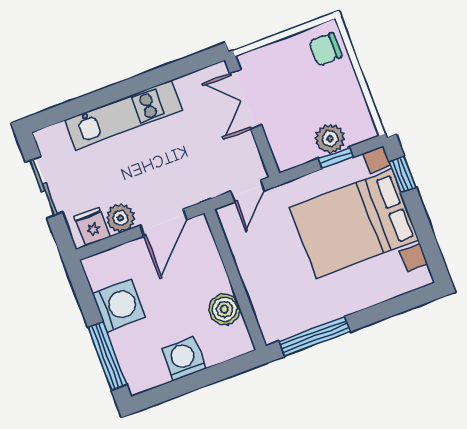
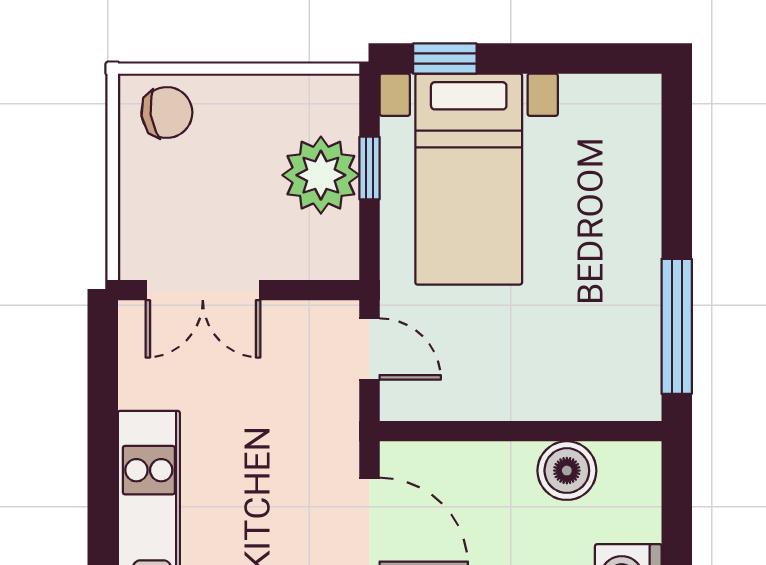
chair: (325, 49) -> (167, 113), turned -98
plant: (330, 139) -> (321, 175), width x1.36, depth x1.36
bed with nightstands: (354, 224) -> (469, 179), width x0.73

